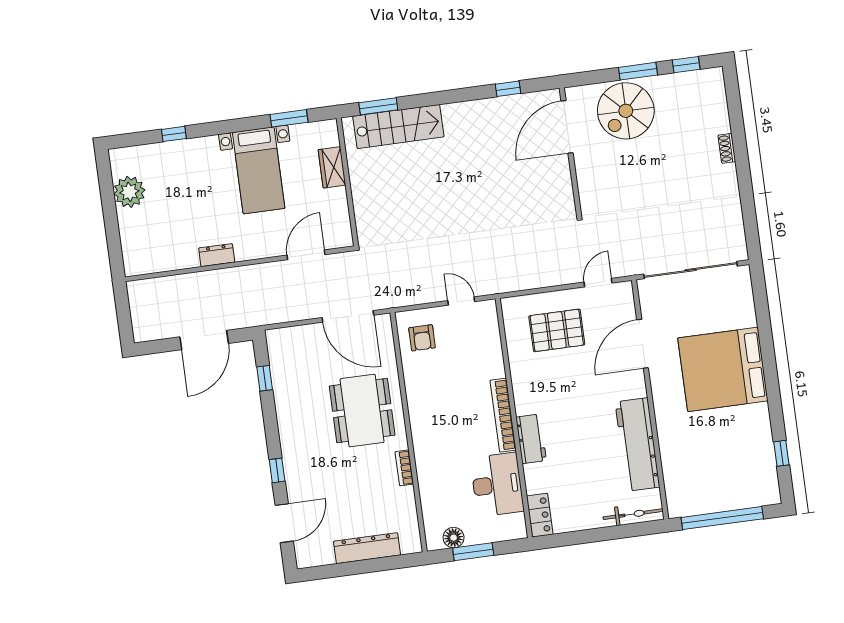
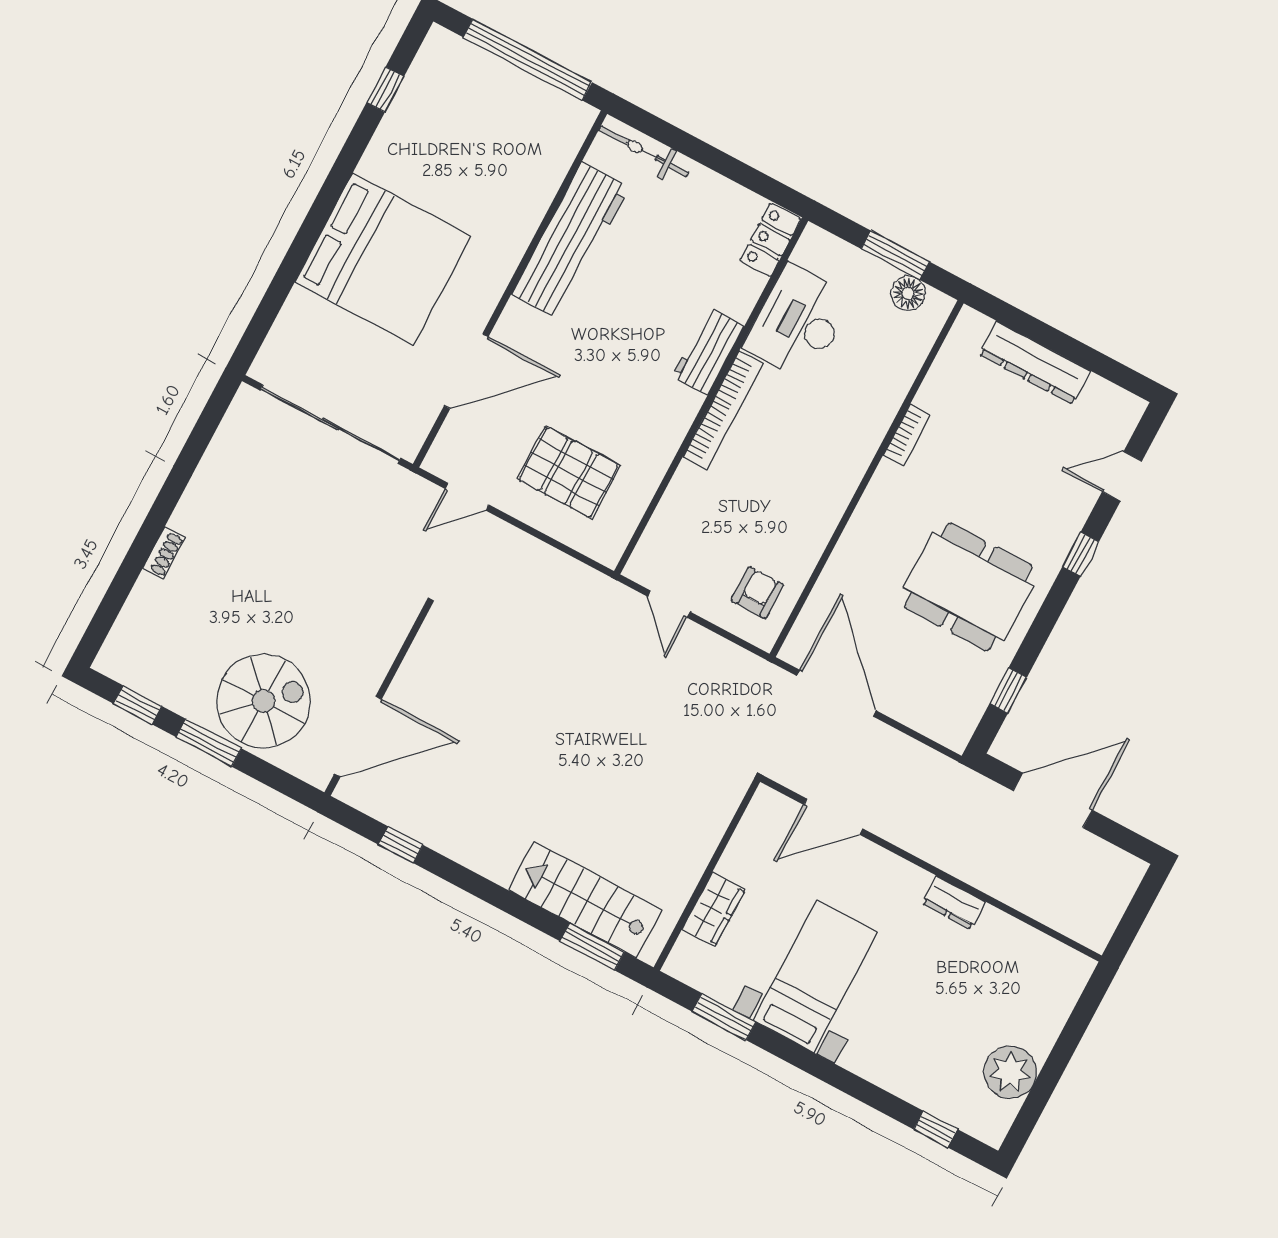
window: (174, 134) -> (936, 1129), moved
dining table: (362, 411) -> (968, 587), moved, turned 90
door: (284, 523) -> (1122, 476), width x0.73

